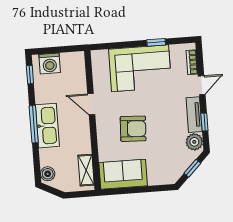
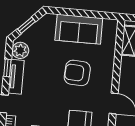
sofa: (123, 174) -> (79, 29), moved

